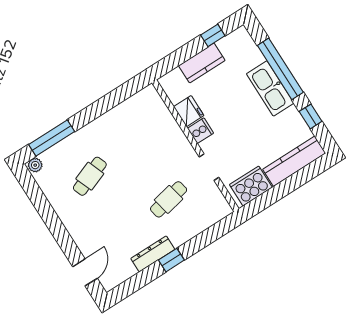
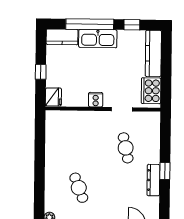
window: (213, 35) -> (41, 72), moved
kitchen counter: (202, 63) -> (62, 37), moved, turned 90
fridge: (189, 111) -> (53, 97), moved, turned 90
window: (52, 138) -> (39, 196), removed

